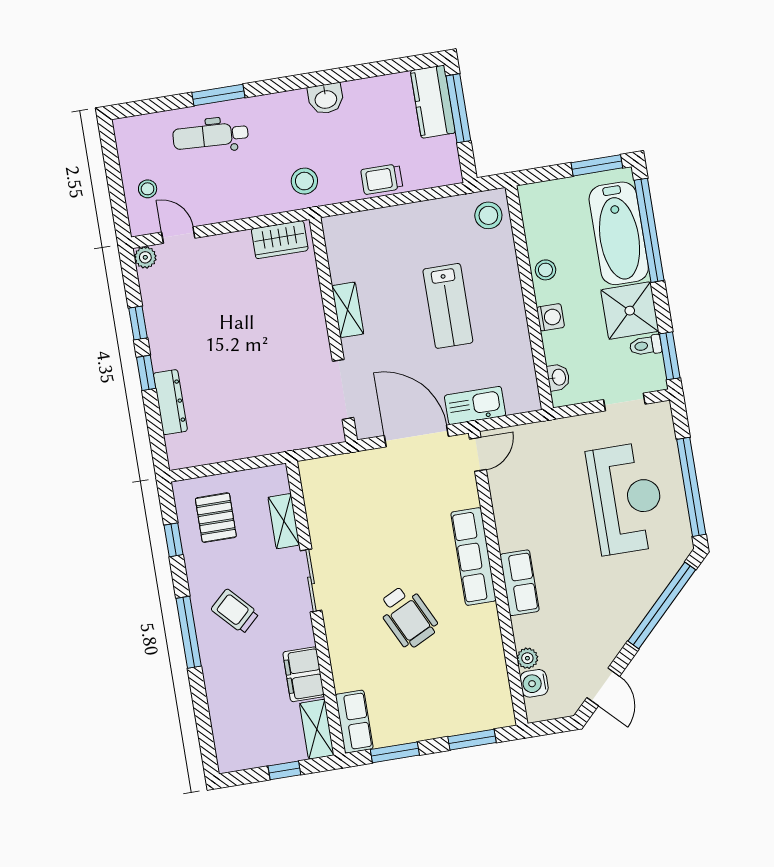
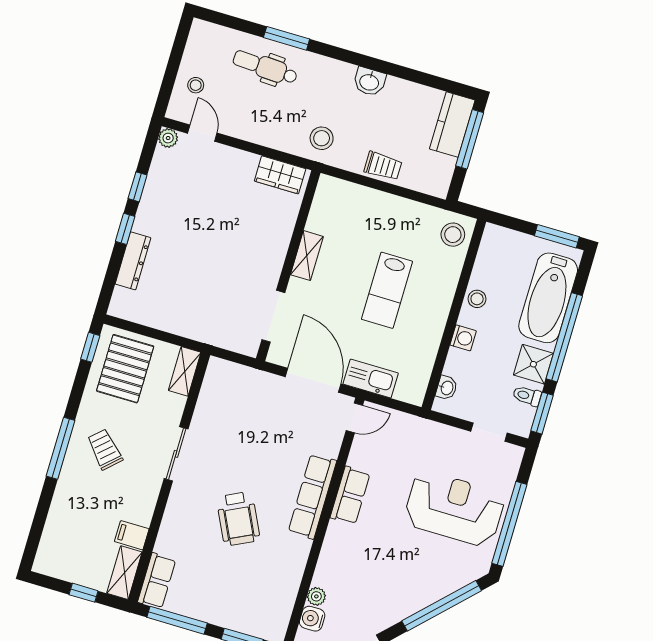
trolley: (382, 179) -> (383, 166), turned 180
window: (649, 230) -> (564, 337), moved
shower: (630, 311) -> (533, 364), width x0.73, depth x0.73
reception desk: (626, 498) -> (454, 509), turned -90
pallet: (216, 518) -> (125, 369), width x1.50, depth x1.42
shelving: (284, 521) -> (185, 371), moved
window: (173, 540) -> (90, 347), moved
row of seats: (520, 583) -> (350, 495), moved
filing cabinet: (304, 674) -> (132, 535), width x0.50
window: (395, 752) -> (177, 620), width x1.44

